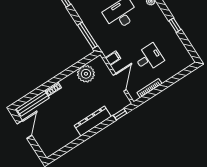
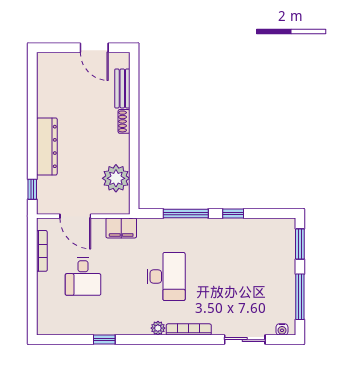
window: (88, 35) -> (186, 213), moved
filing cabinet: (113, 58) -> (121, 228), width x2.00
bench: (33, 103) -> (122, 88), width x0.73

